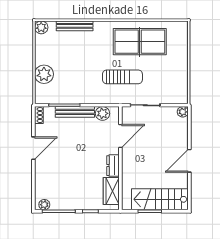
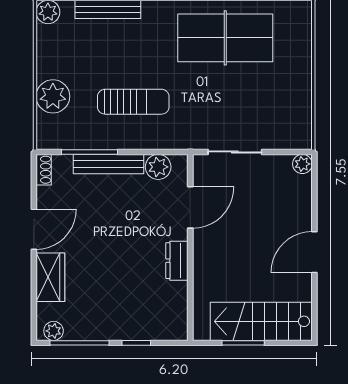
sun lounger: (122, 77) -> (133, 102), moved
wardrobe: (111, 191) -> (50, 277), moved, turned 180

